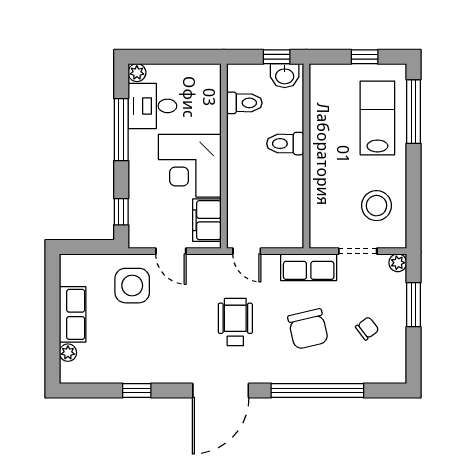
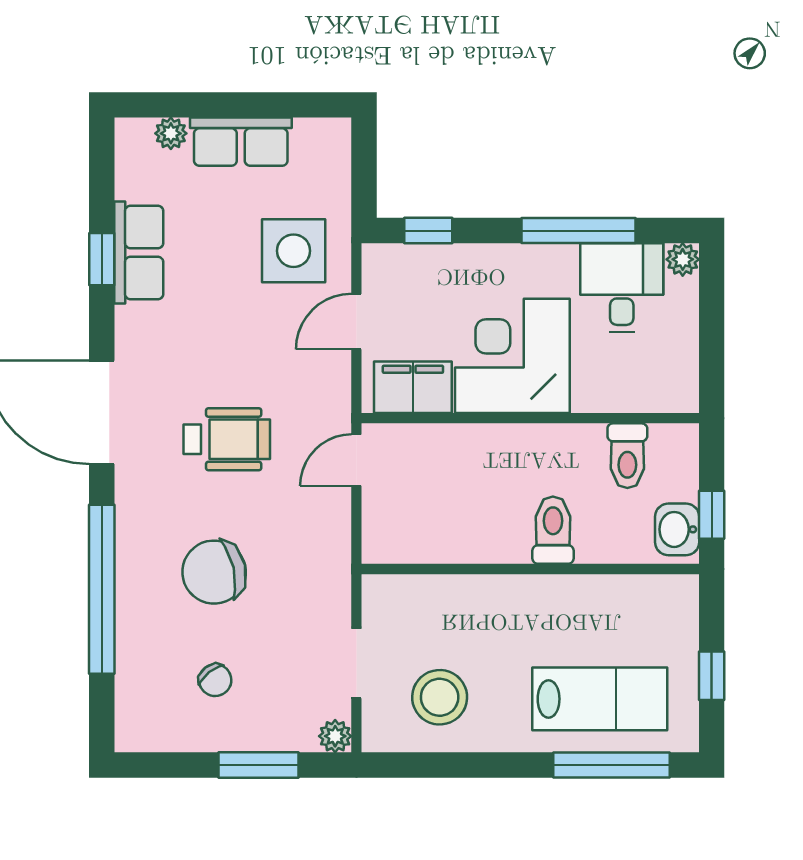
row of seats: (309, 267) -> (139, 253), moved, turned 180

